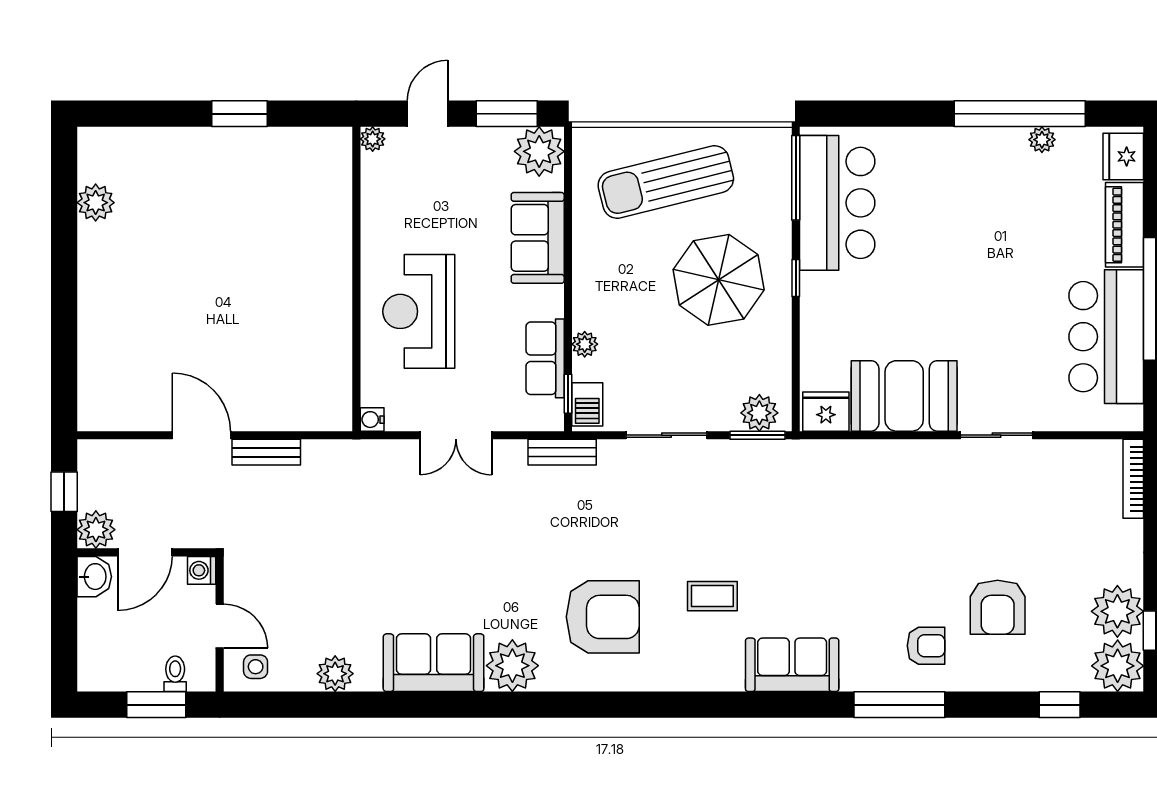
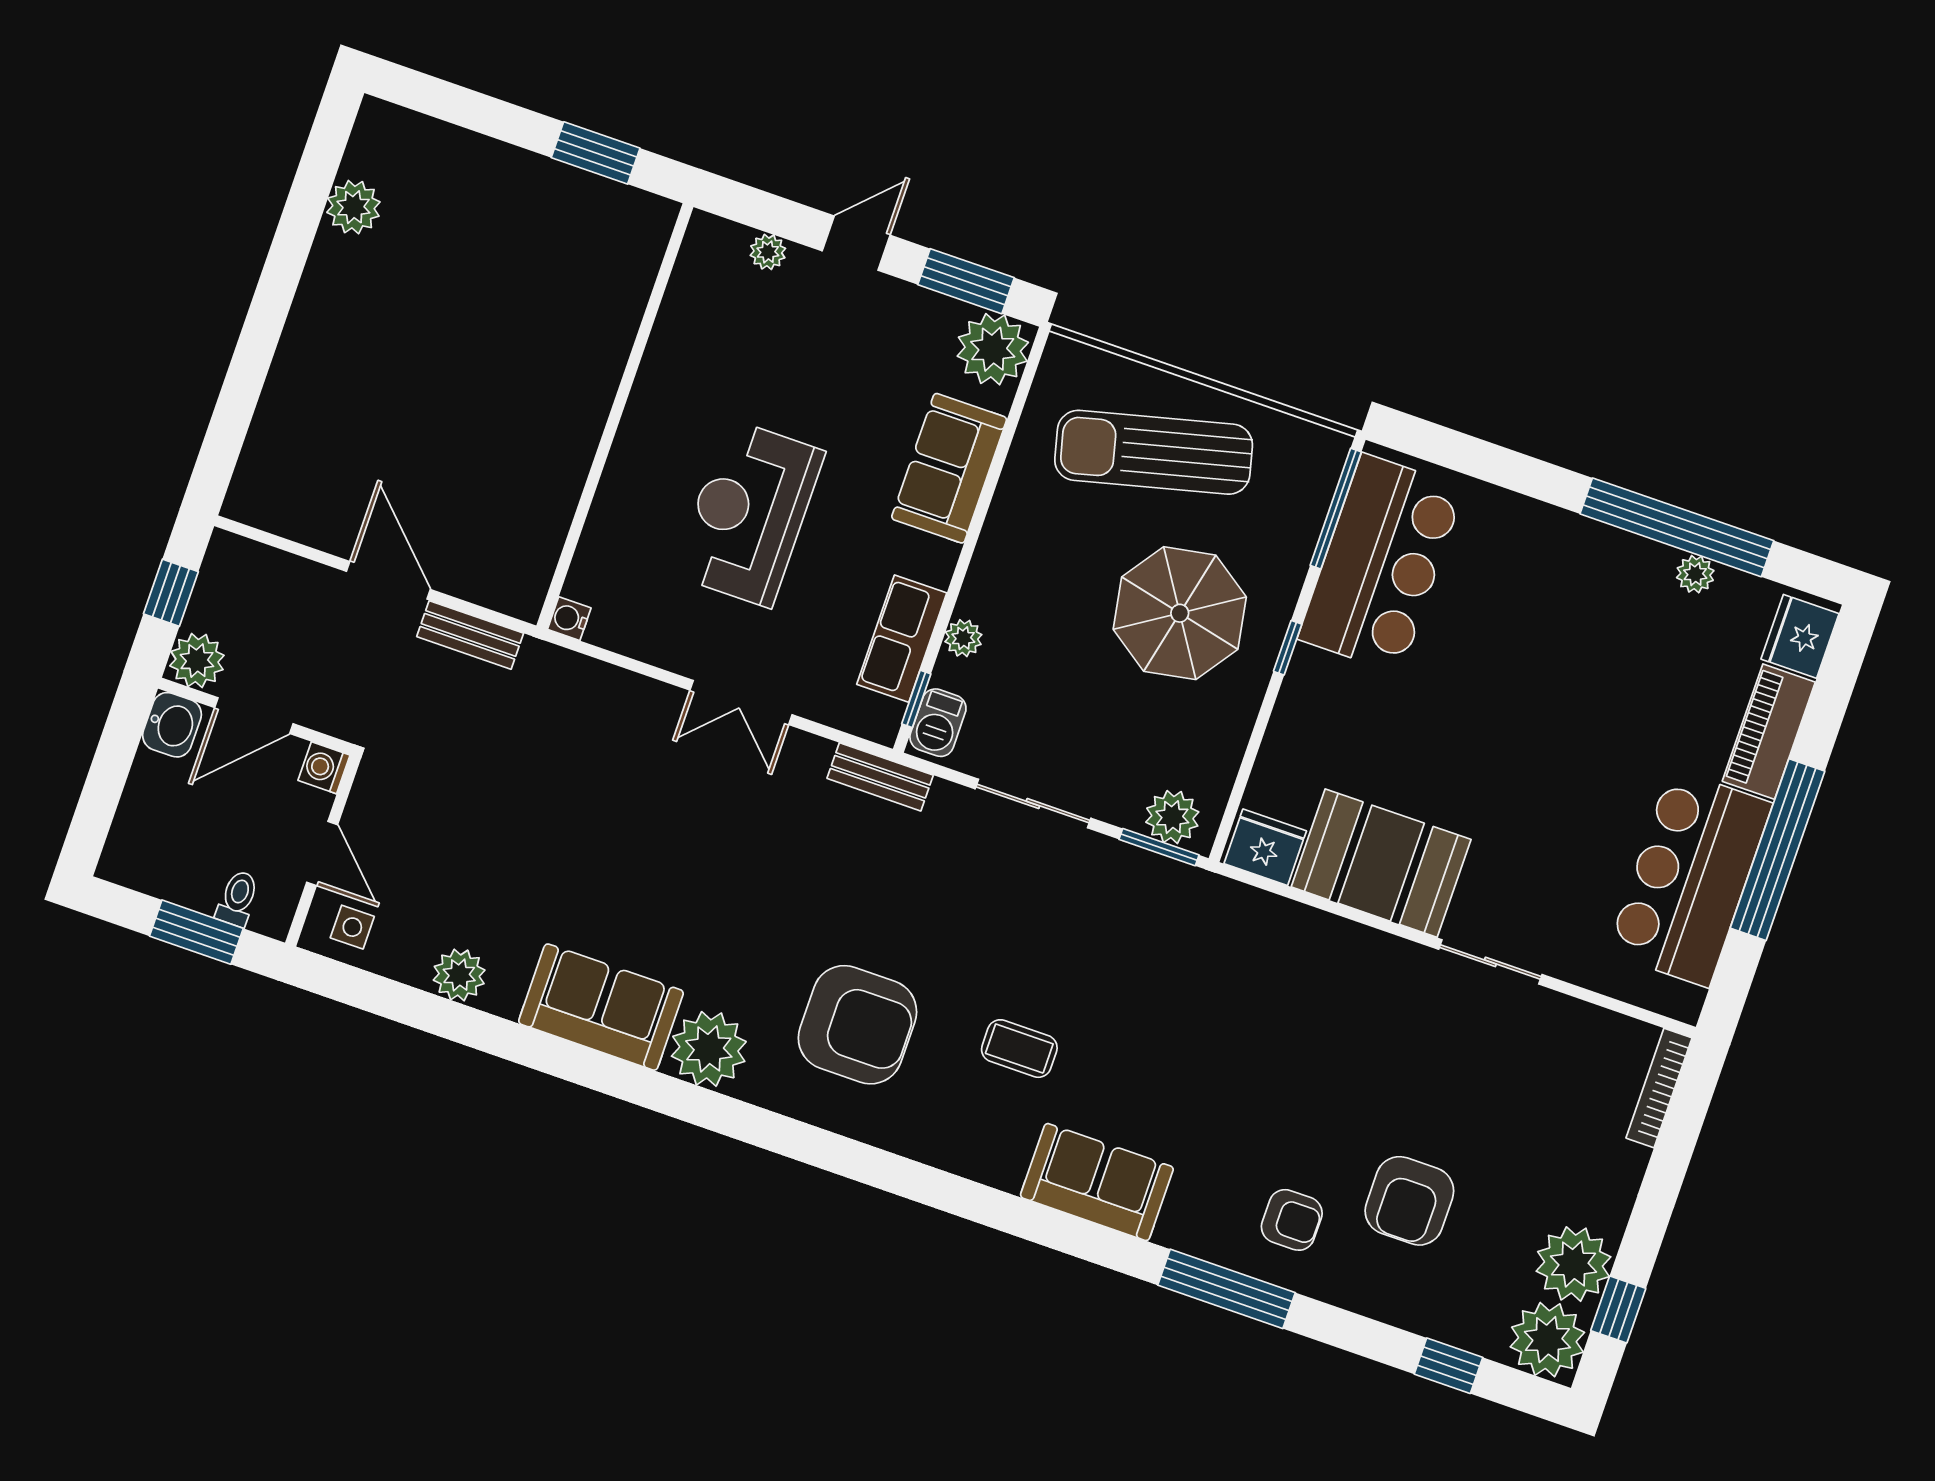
wall: (356, 279) -> (615, 416), moved
water cooler: (372, 420) -> (569, 619), moved

